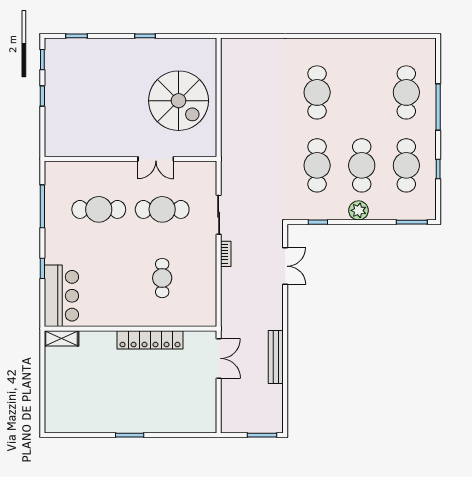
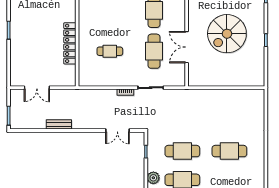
spiral stairs: (179, 101) -> (227, 34), moved
double door: (156, 159) -> (187, 47), width x1.37
bench: (276, 357) -> (59, 124), width x0.73
double door: (219, 358) -> (37, 88), moved

